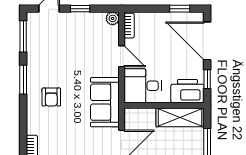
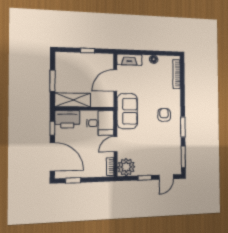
plant: (113, 18) -> (126, 167), width x1.88, depth x1.88
door: (122, 56) -> (115, 144), hinge flipped

